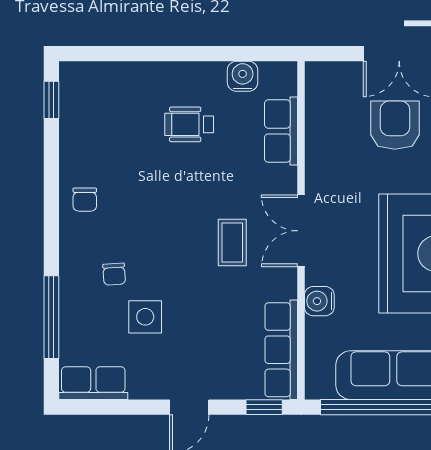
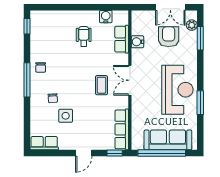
wheelchair: (189, 124) -> (84, 36), turned 90
water cooler: (319, 301) -> (137, 42), moved
window: (51, 317) -> (27, 80), moved

